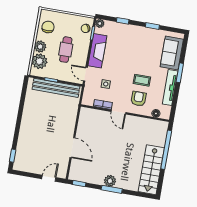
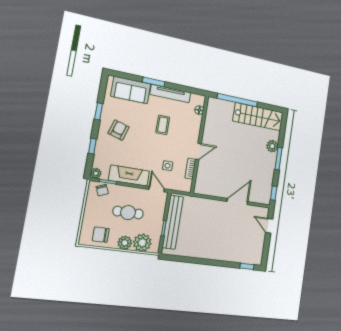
door: (85, 74) -> (157, 189), swing flipped
armchair: (138, 99) -> (119, 130), moved, turned 107
plant: (110, 181) -> (272, 146), moved

